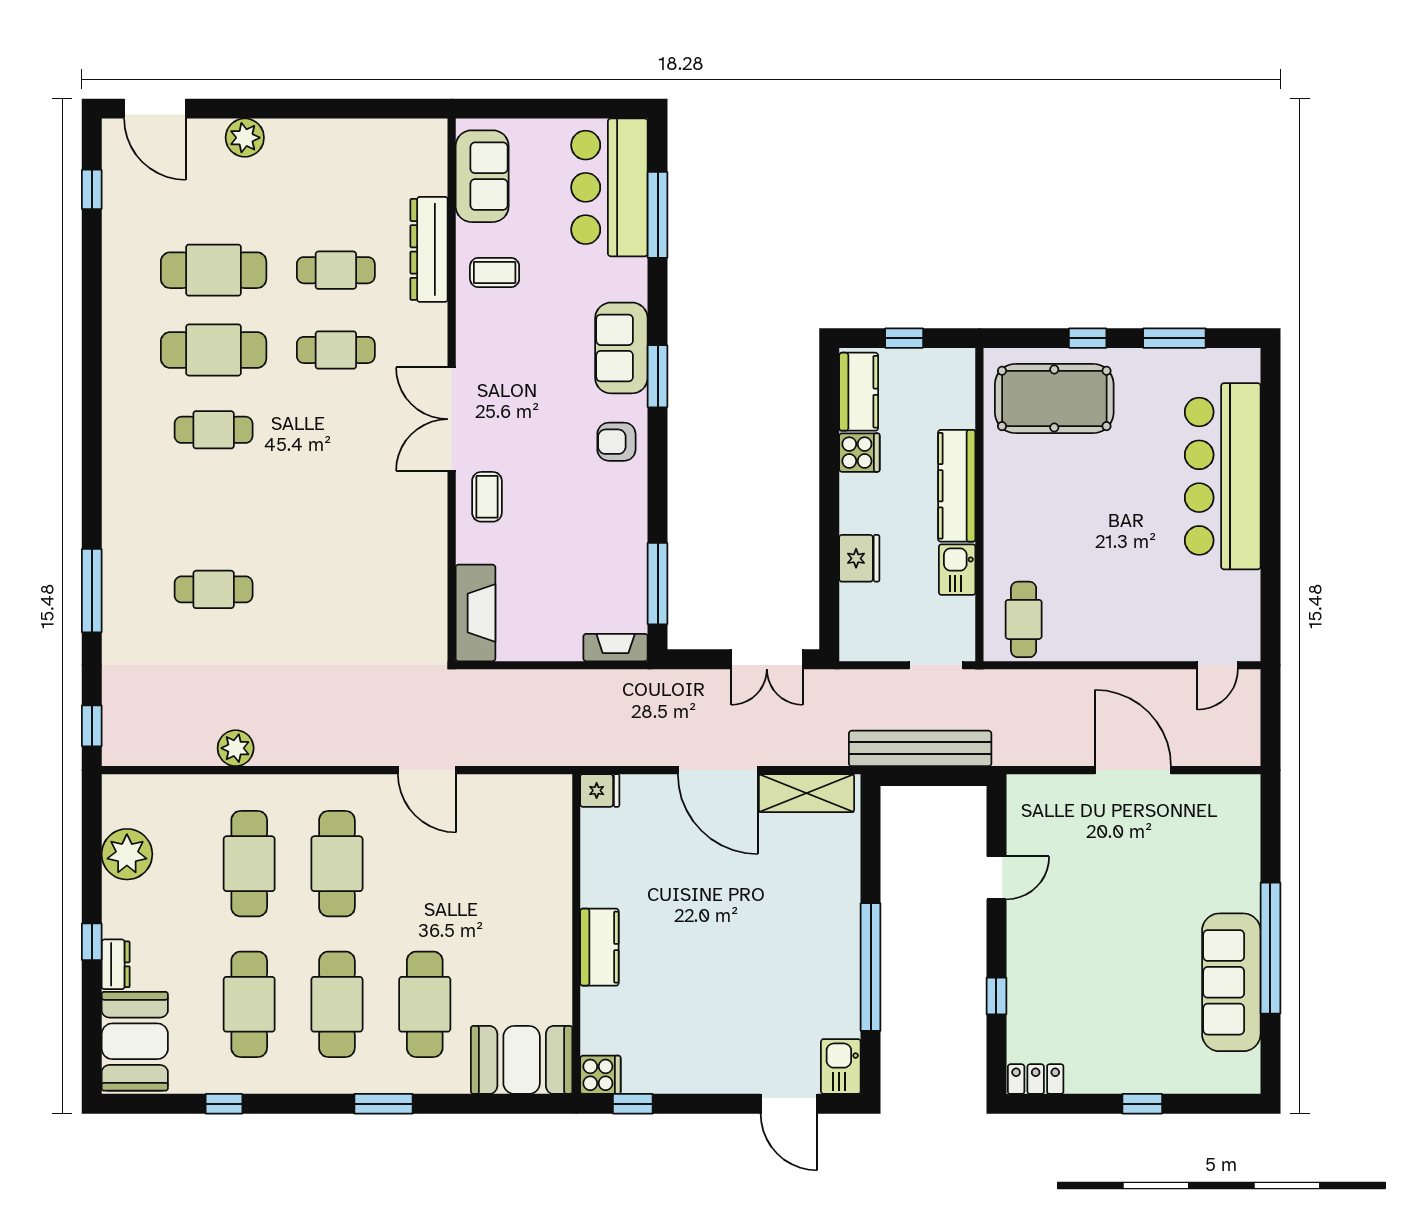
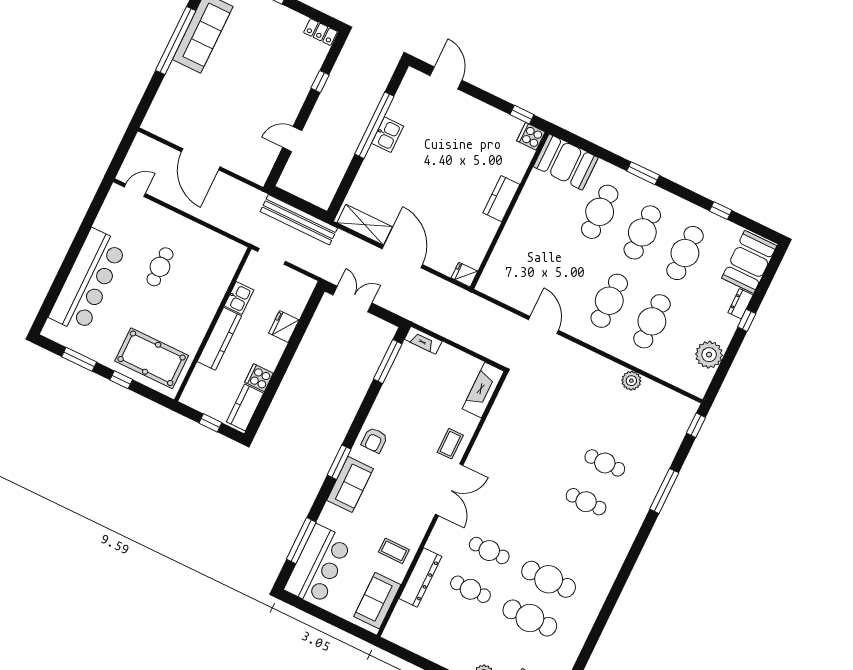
cafe table: (214, 430) -> (586, 502), moved
armchair: (616, 442) -> (374, 440), turned 90
cafe table: (1024, 619) -> (160, 267), moved
kitchen sink: (841, 1067) -> (388, 135), moved

